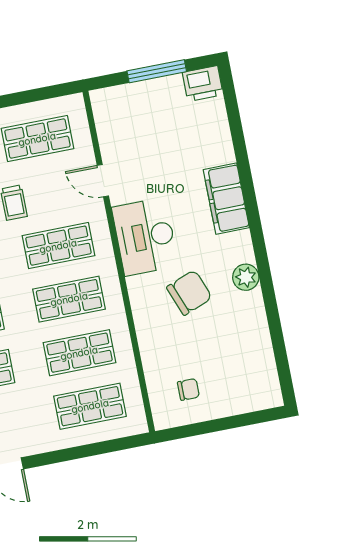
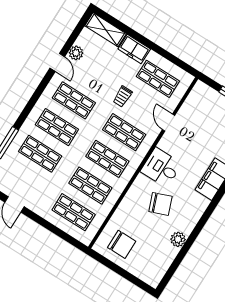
desk: (145, 237) -> (161, 168), width x0.73
plant: (246, 277) -> (178, 239), moved
chair: (188, 389) -> (122, 244), width x1.87, depth x1.87

